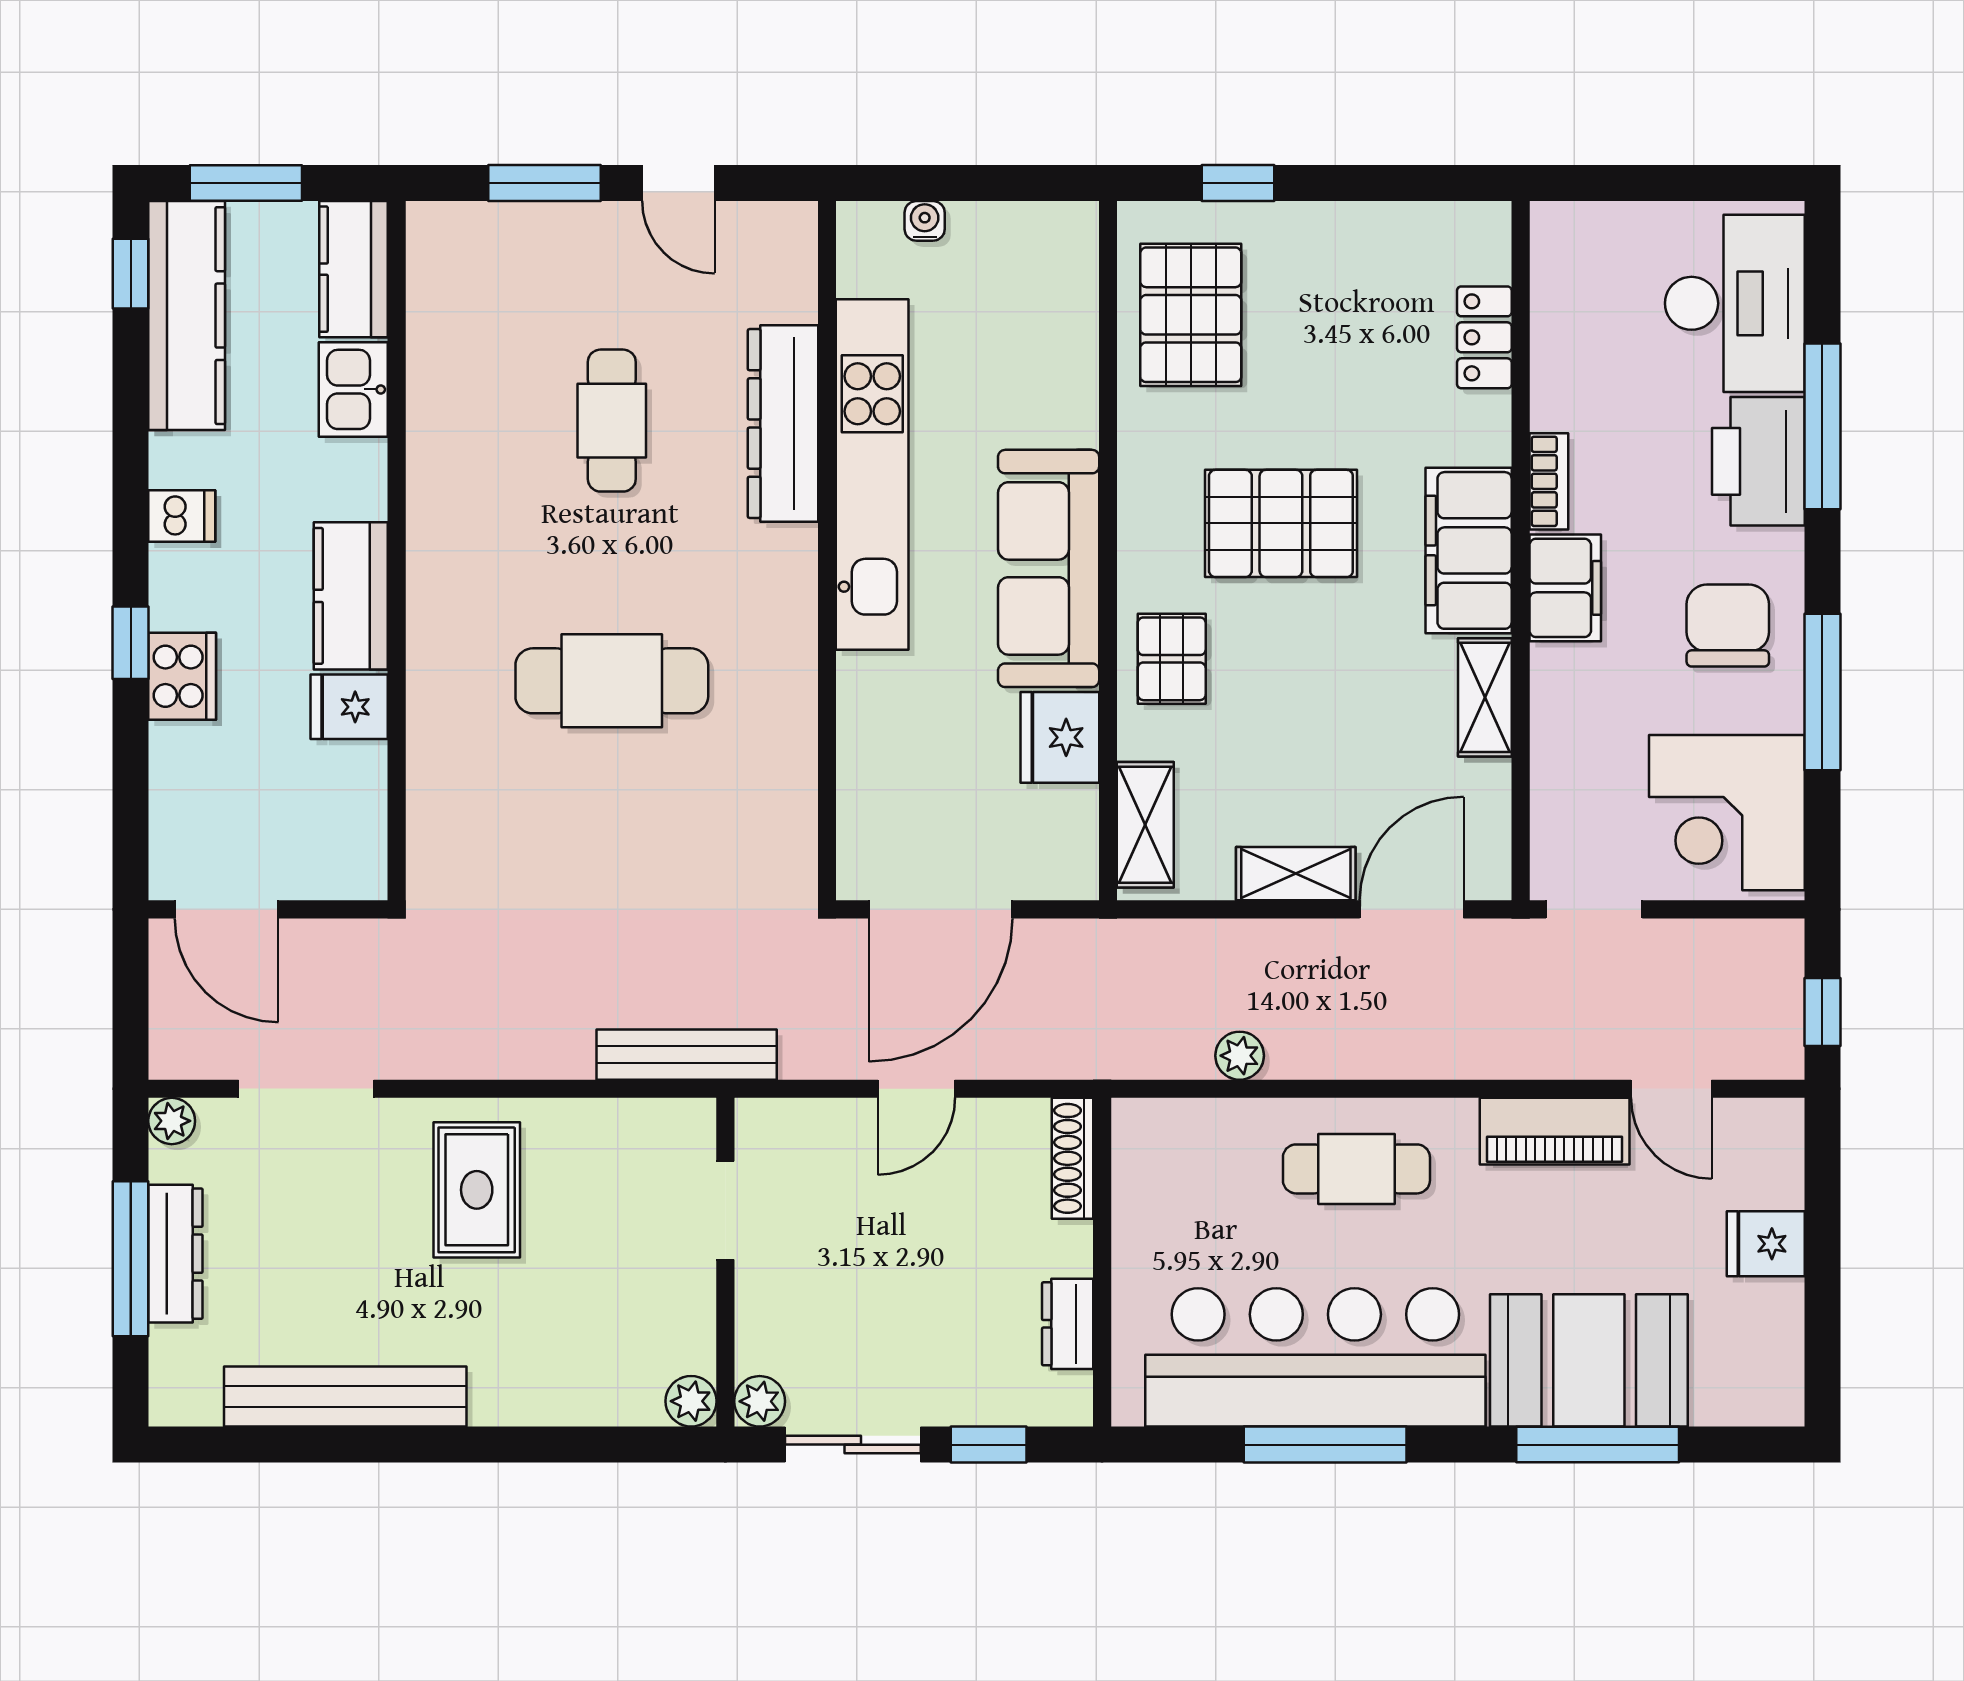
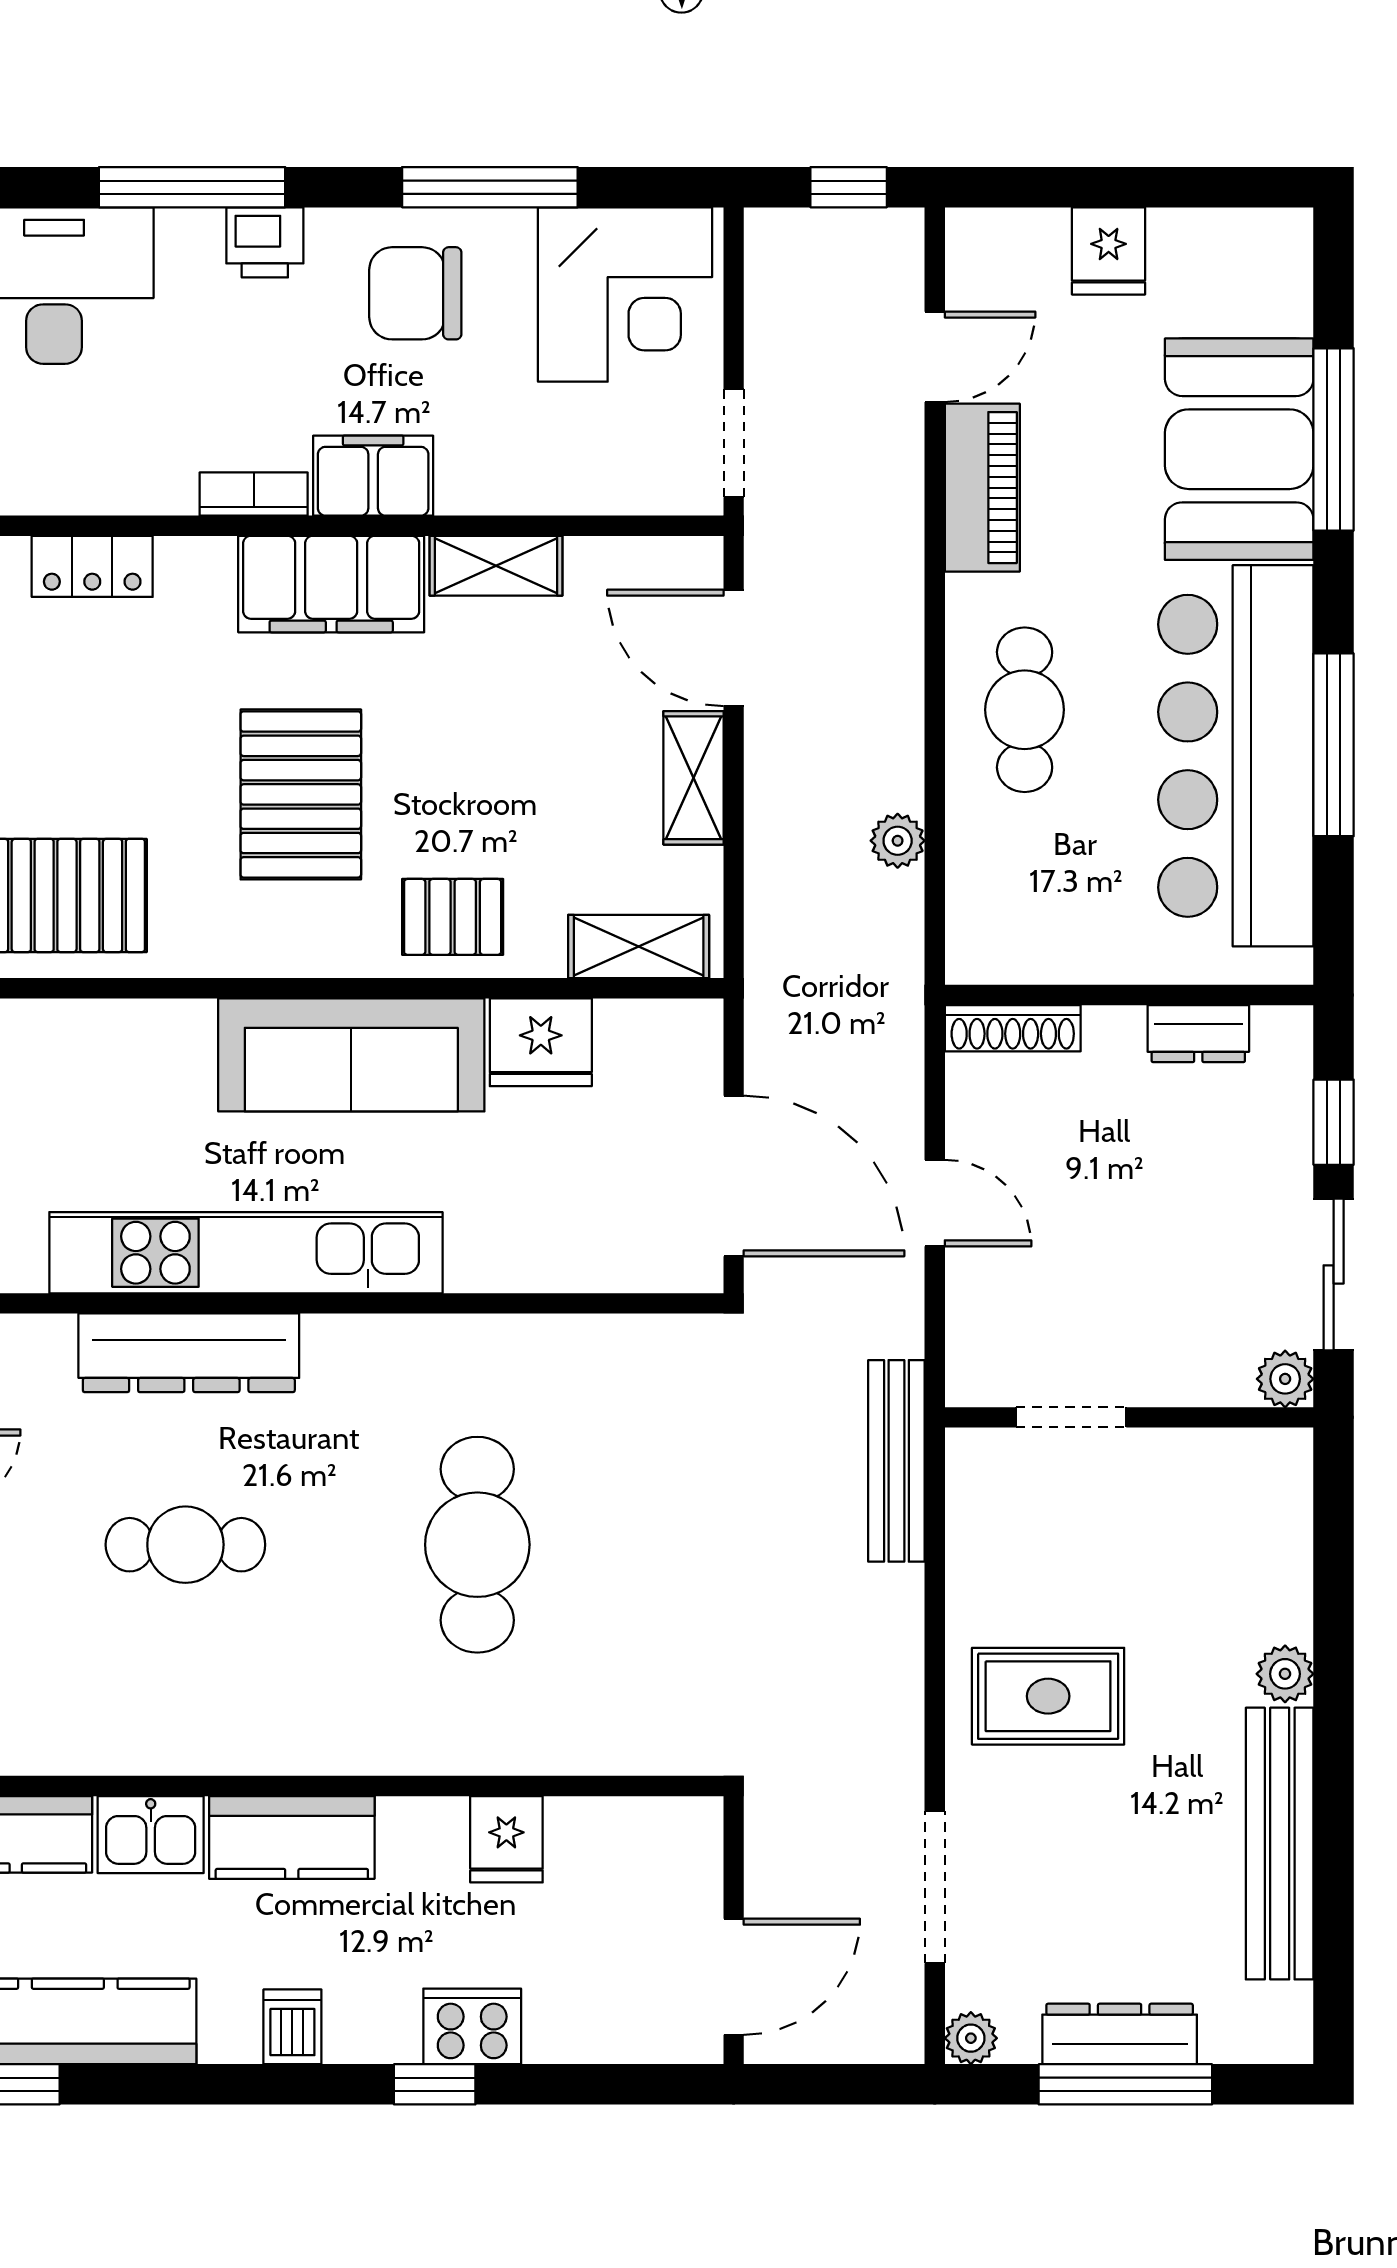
printer: (1758, 461) -> (265, 242), width x0.53, depth x0.68
kitchen counter: (351, 596) -> (292, 1837), moved
plant: (691, 1401) -> (1285, 1674), moved

